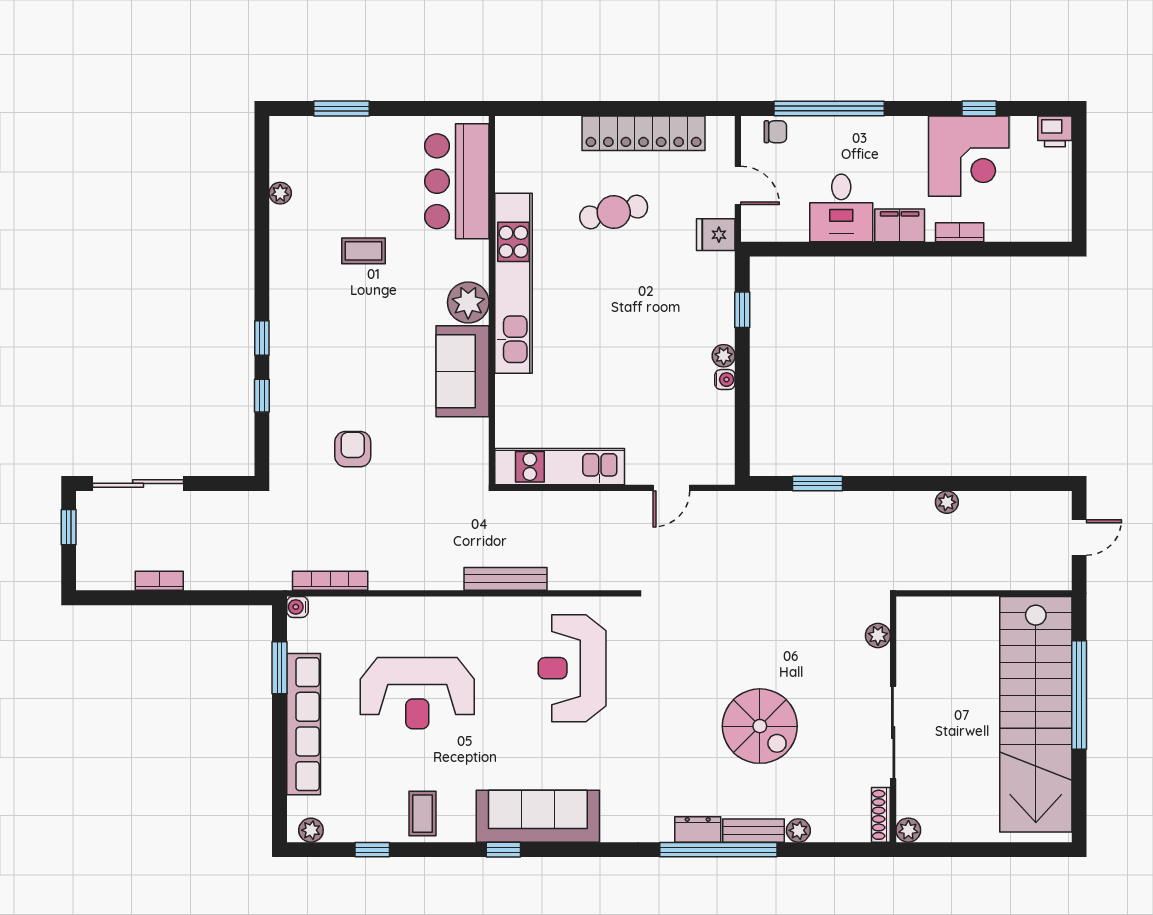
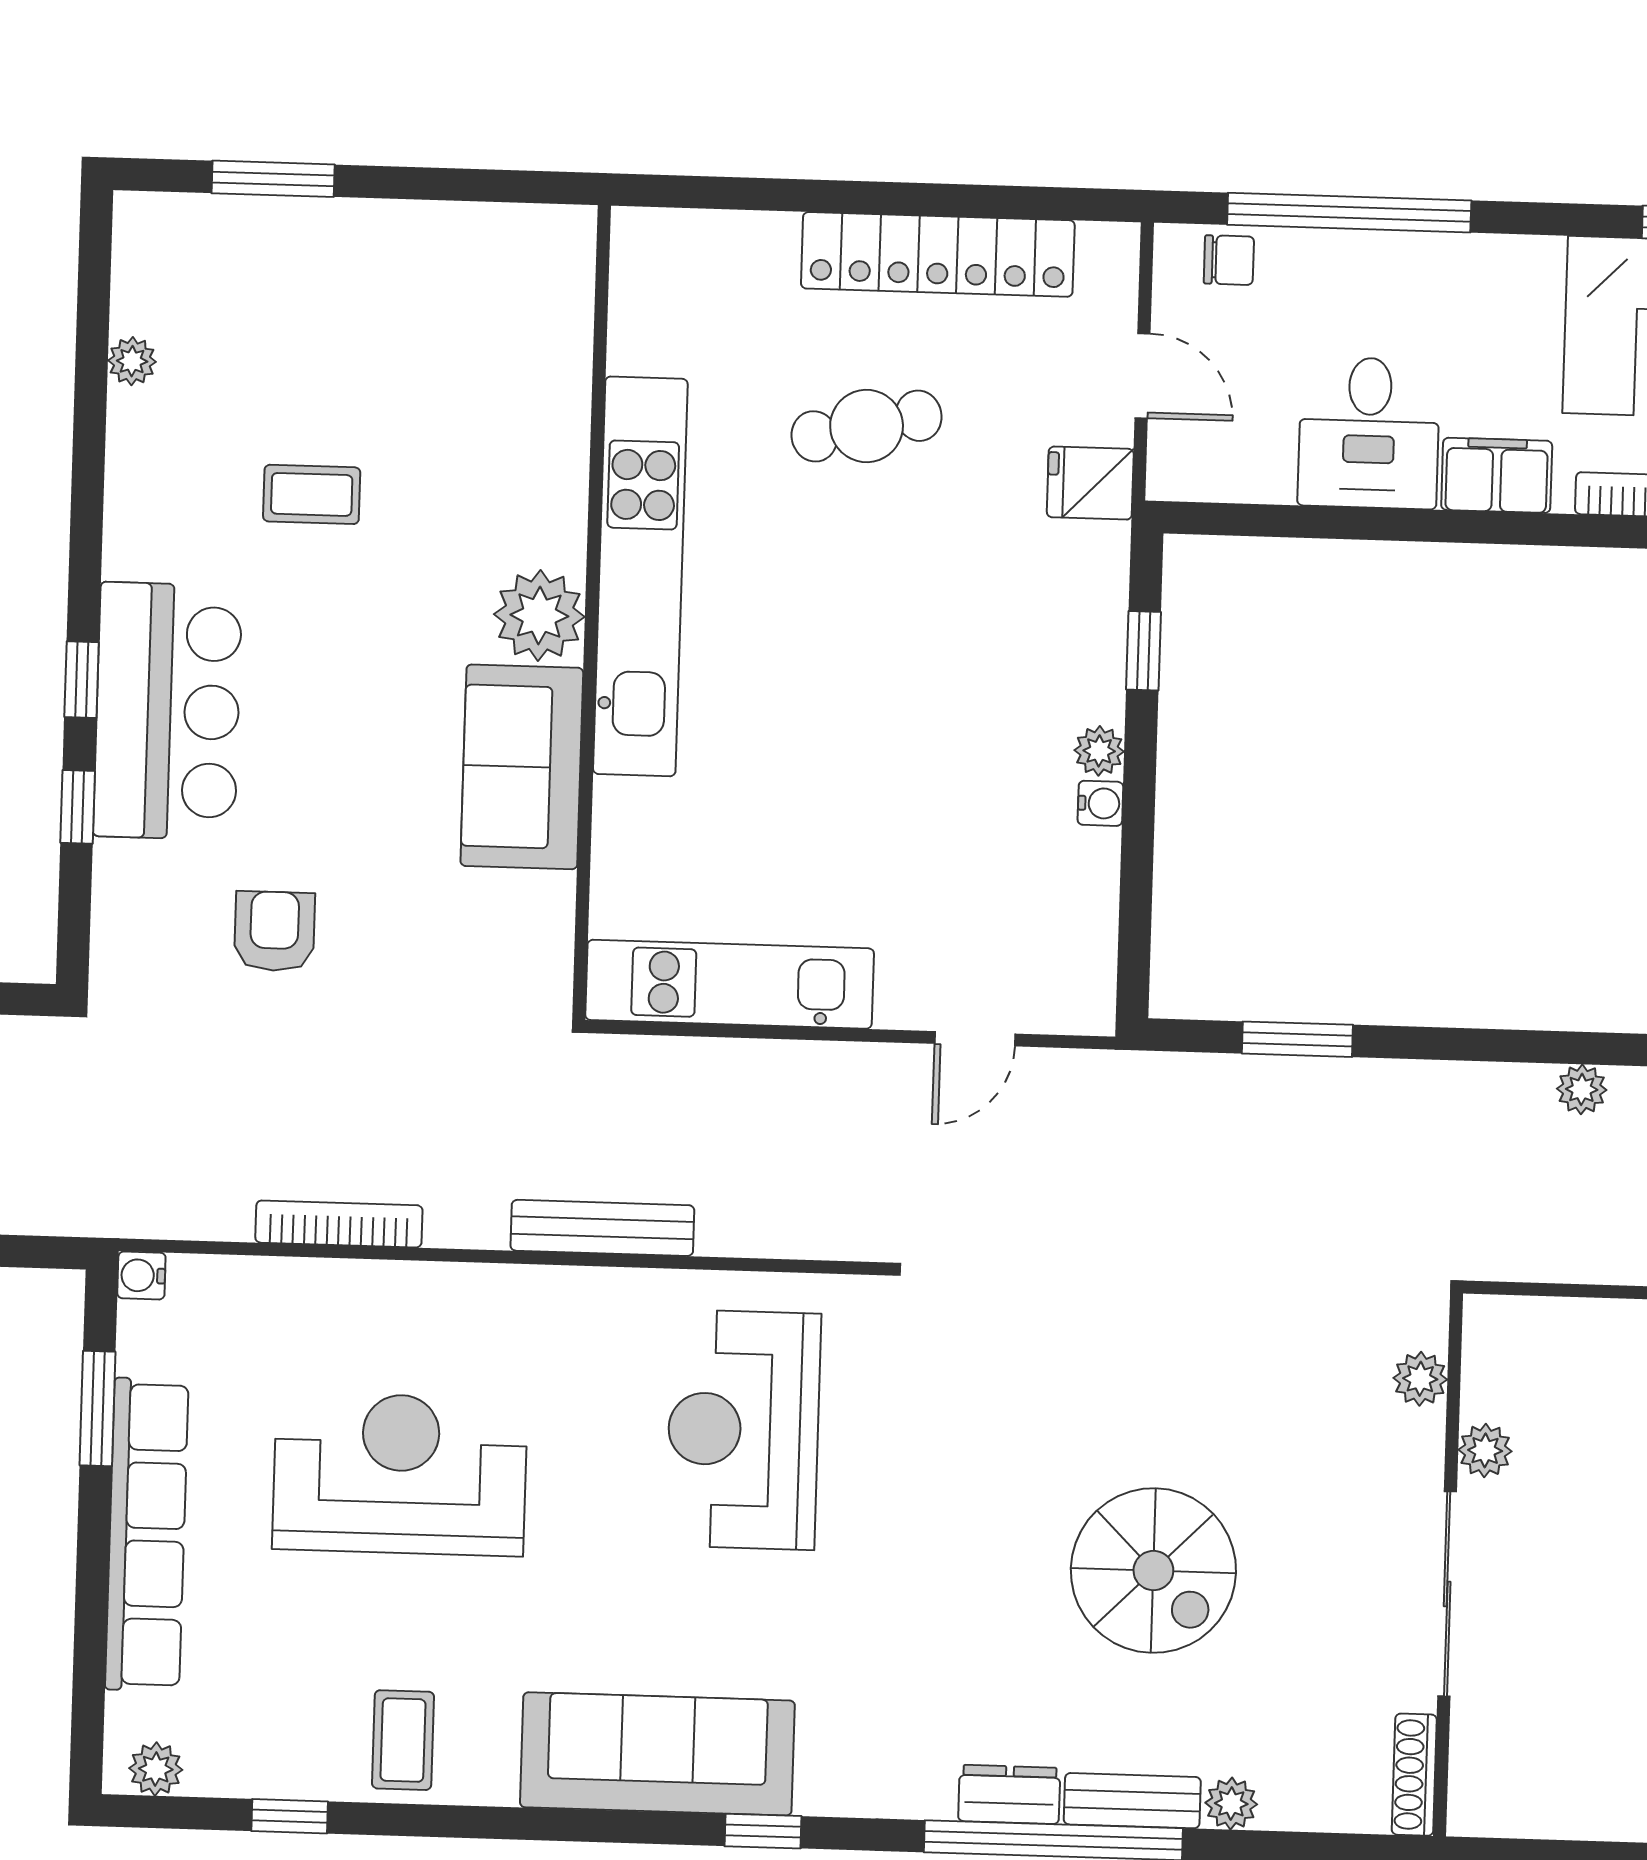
bar counter: (457, 181) -> (168, 711), moved, turned 180
bookcase: (330, 581) -> (339, 1224), moved
reception desk: (417, 693) -> (400, 1474), turned 180
plant: (908, 830) -> (1485, 1450), moved
window: (503, 850) -> (763, 1831), moved

